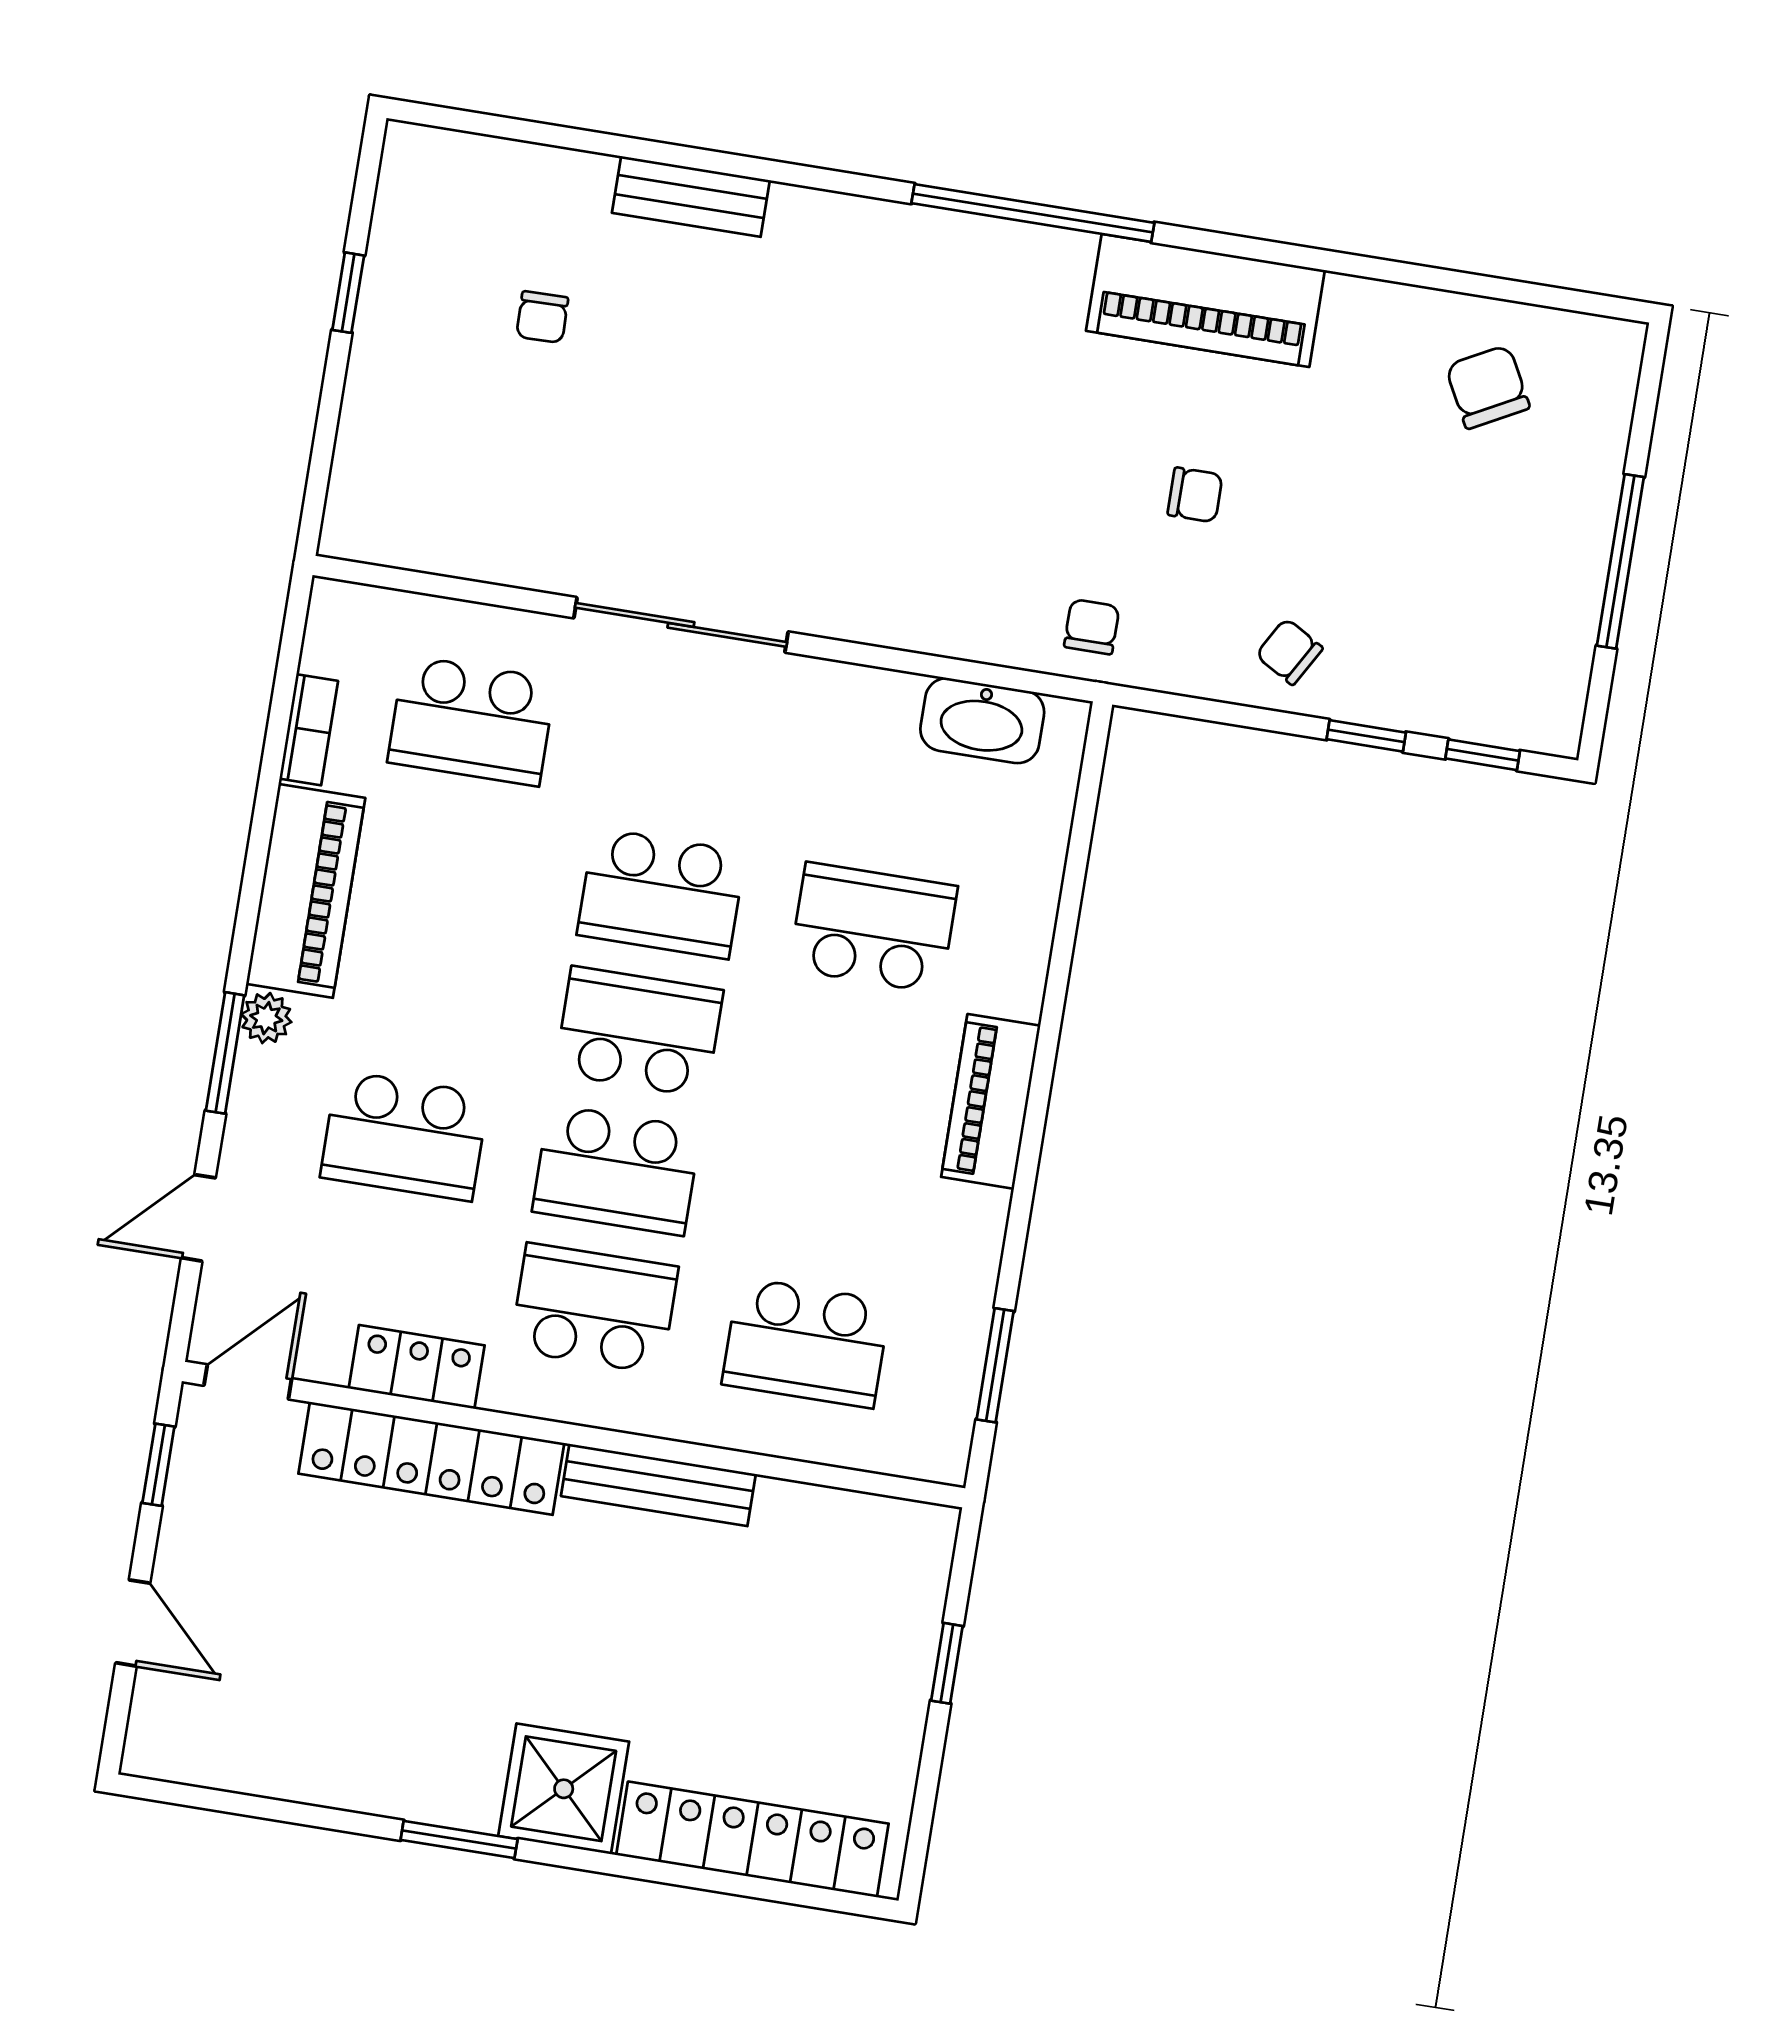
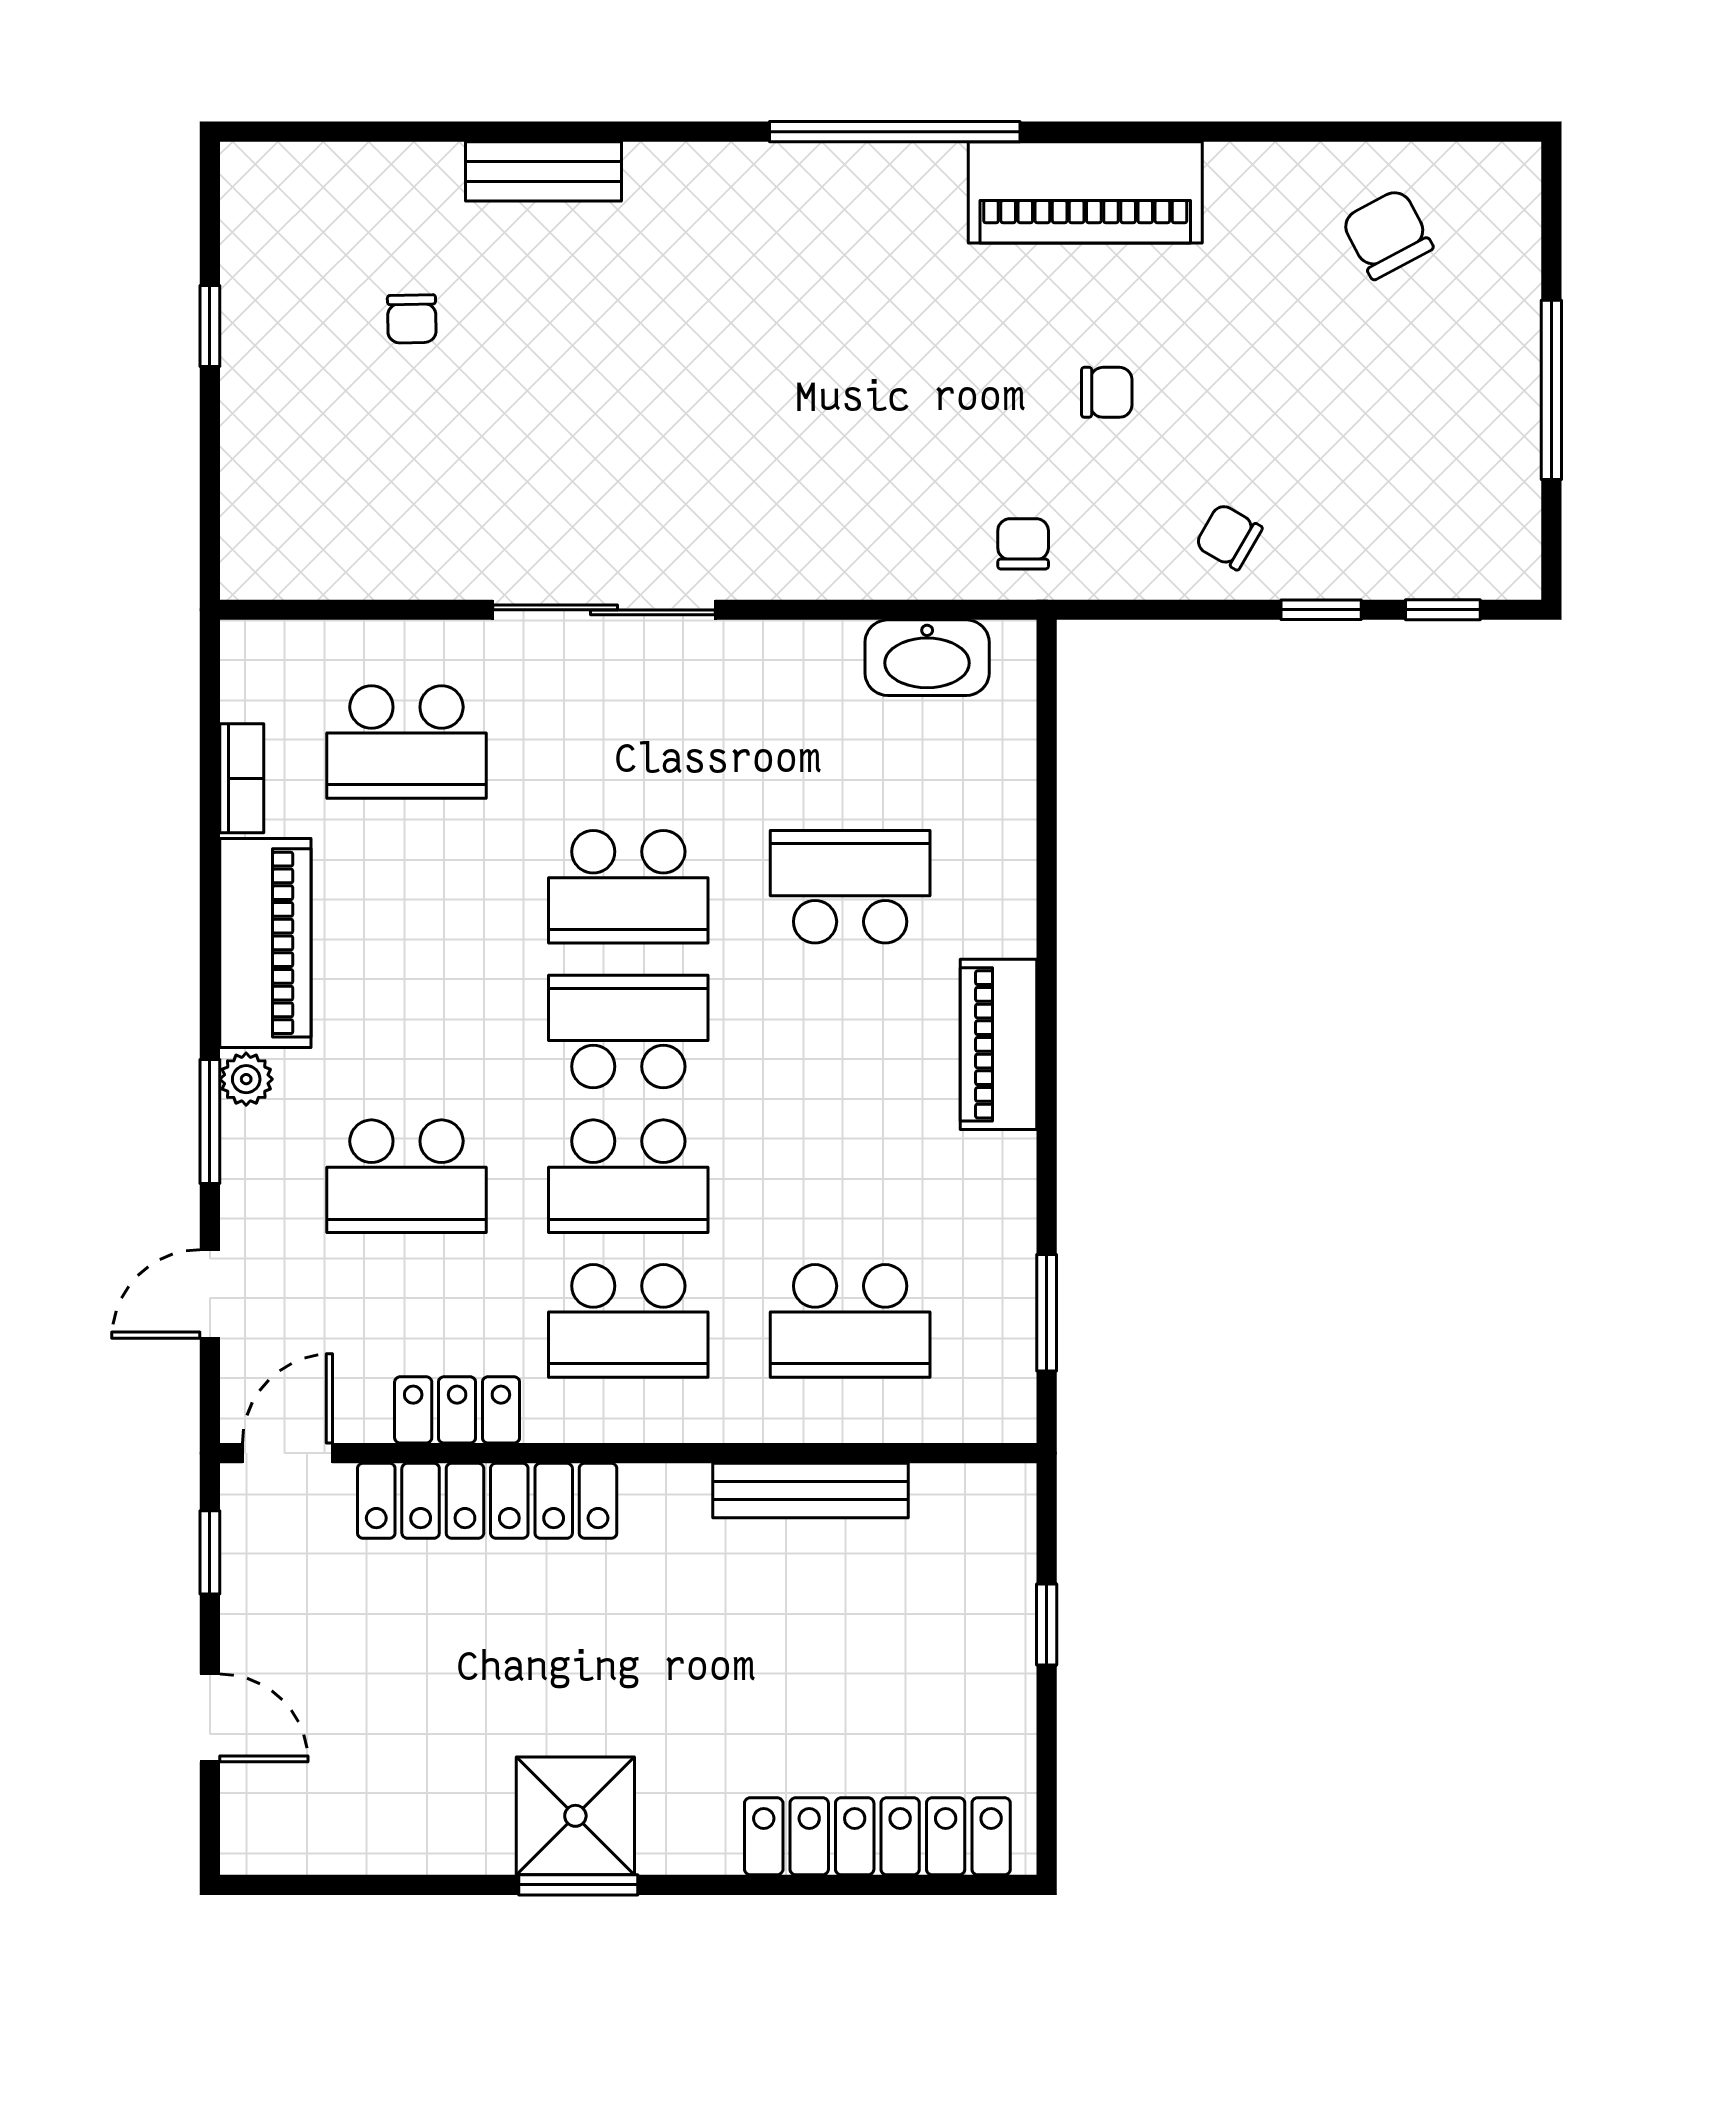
school desk: (594, 1308) -> (628, 1321), turned 180
bench: (658, 1485) -> (810, 1490), moved
shower: (564, 1789) -> (575, 1816), moved

